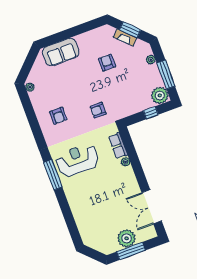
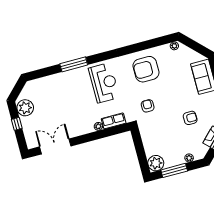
window: (151, 113) -> (141, 154), removed
armchair: (58, 116) -> (146, 69), width x1.88, depth x1.88
window: (53, 175) -> (74, 64), moved
plant: (127, 238) -> (25, 108), moved
window: (131, 251) -> (17, 124), width x0.46

